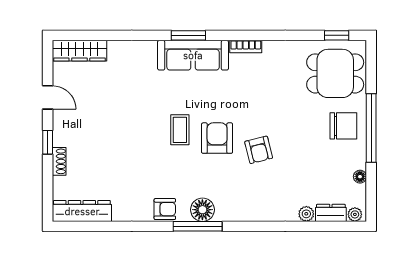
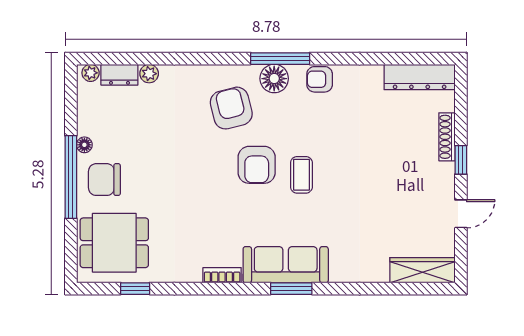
window: (337, 35) -> (135, 289), moved
door: (48, 97) -> (461, 214), swing flipped
armchair: (259, 150) -> (231, 108), moved, width x1.38, depth x1.38
shoe rack: (59, 161) -> (447, 137), width x1.43
floor lamp: (360, 177) -> (84, 145), moved

